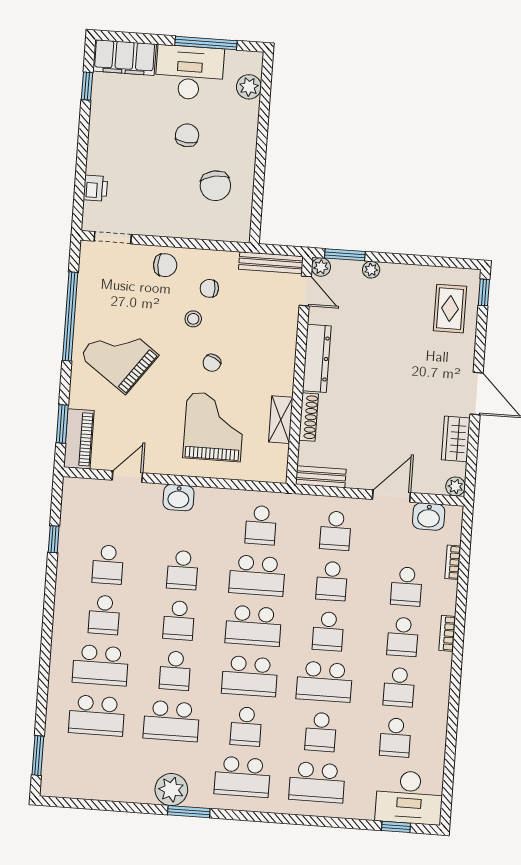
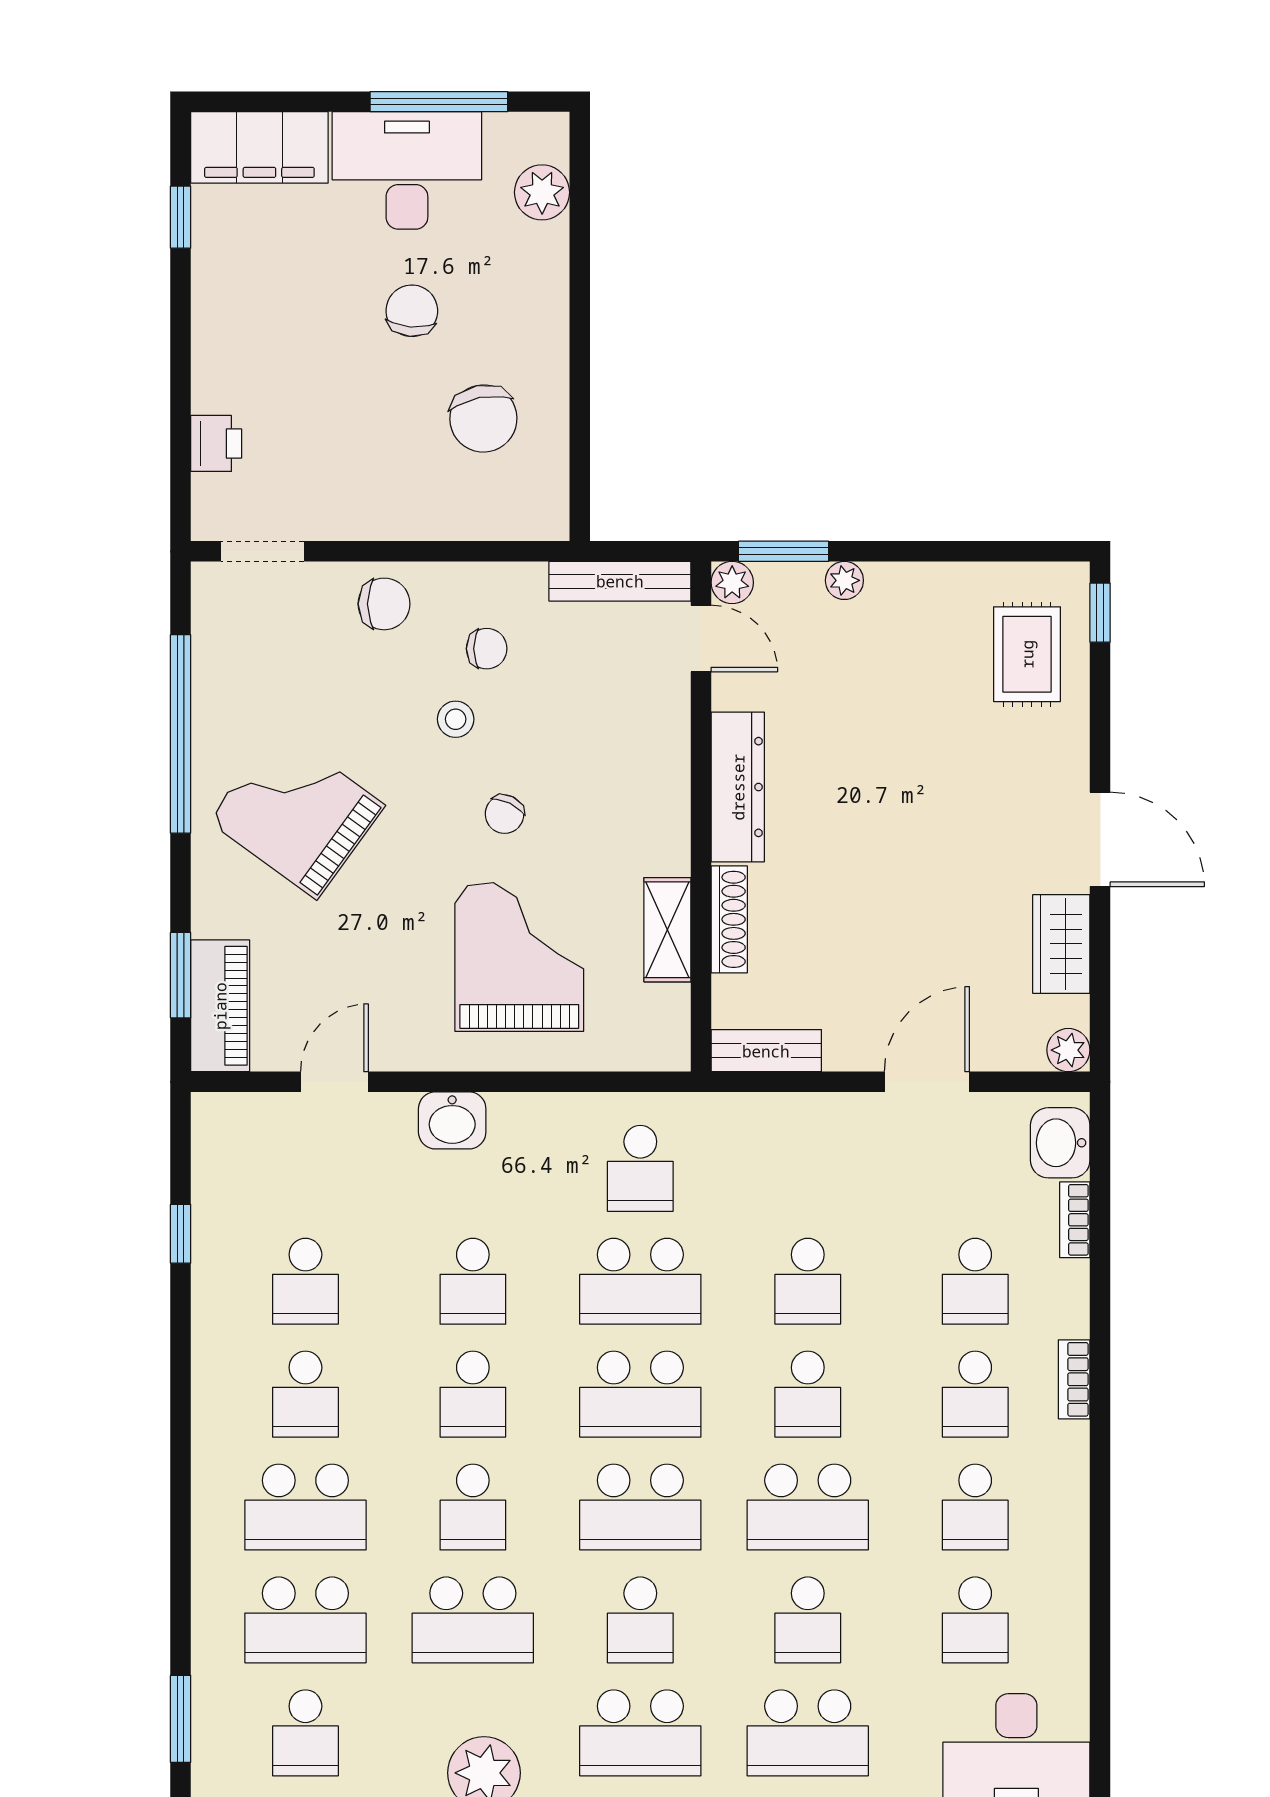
chair: (209, 288) -> (487, 649), turned 180
washbasin: (429, 517) -> (1060, 1143), moved, turned 90
school desk: (335, 531) -> (305, 1733), moved

